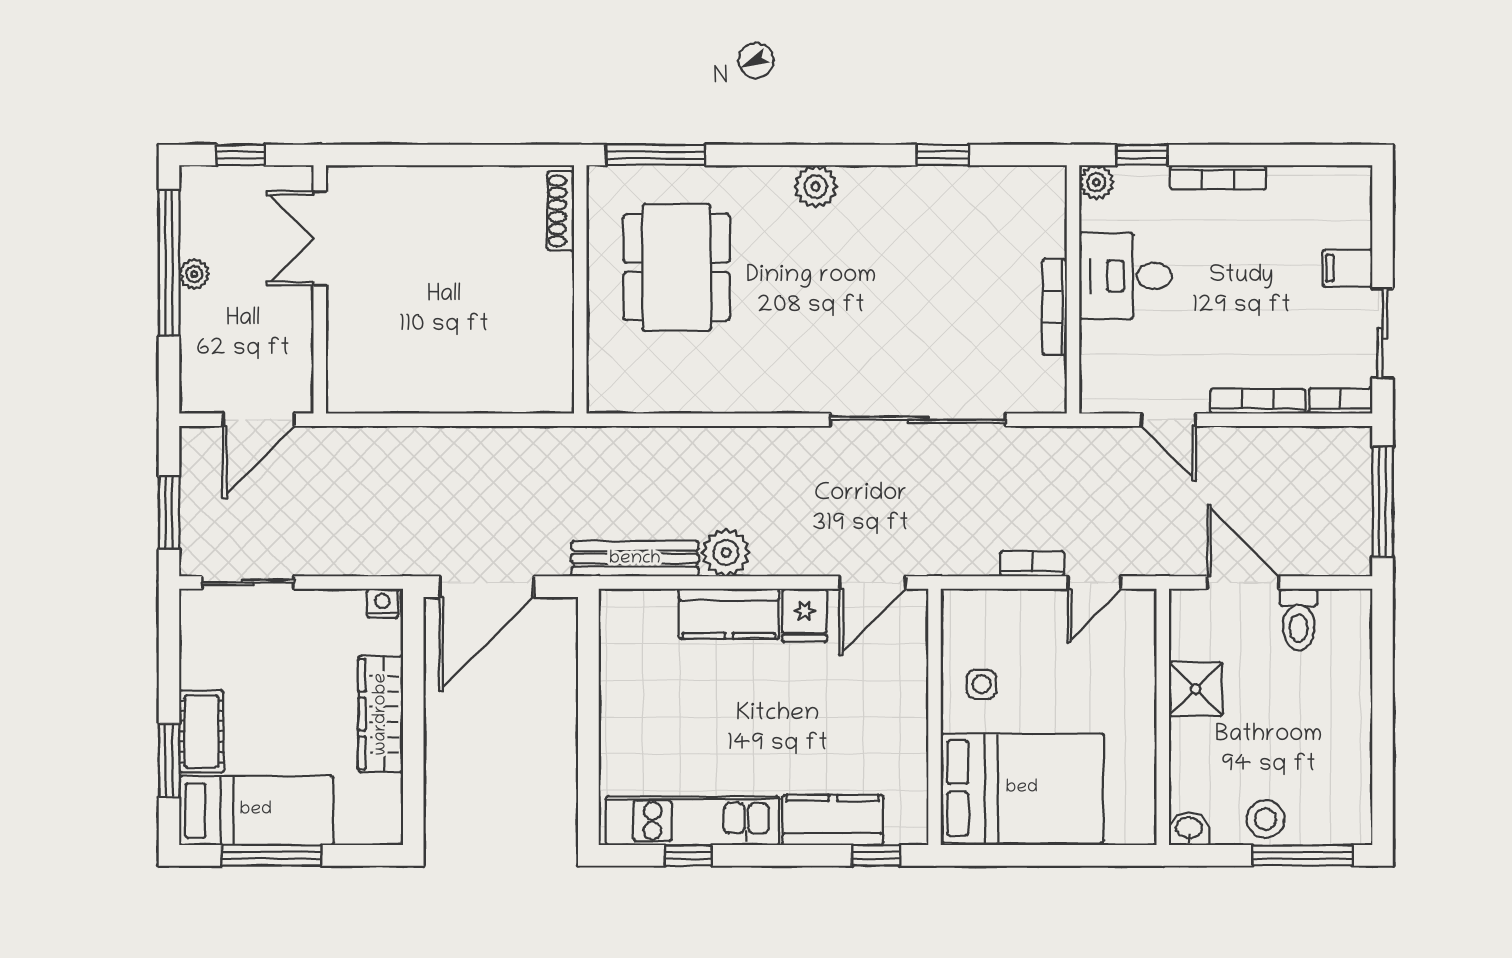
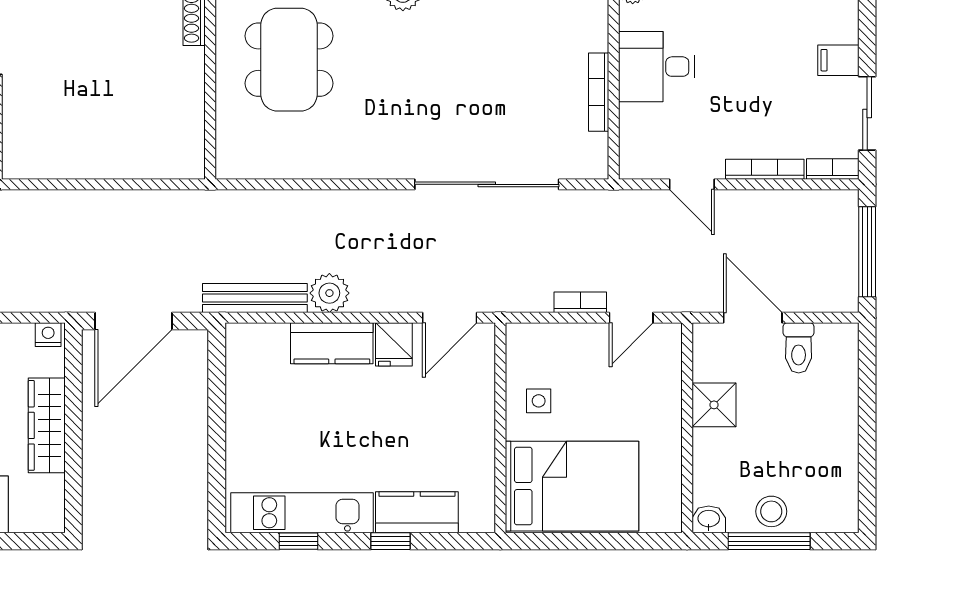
window: (876, 855) -> (391, 541), moved
window: (1302, 855) -> (769, 541), moved

